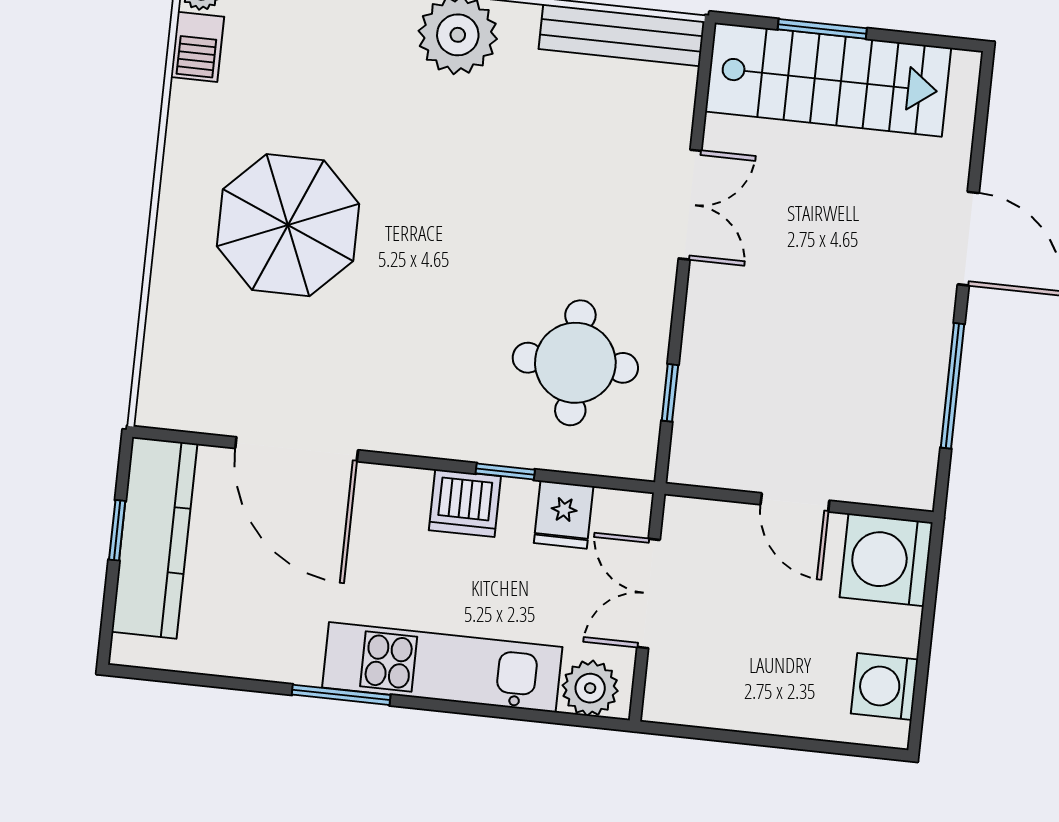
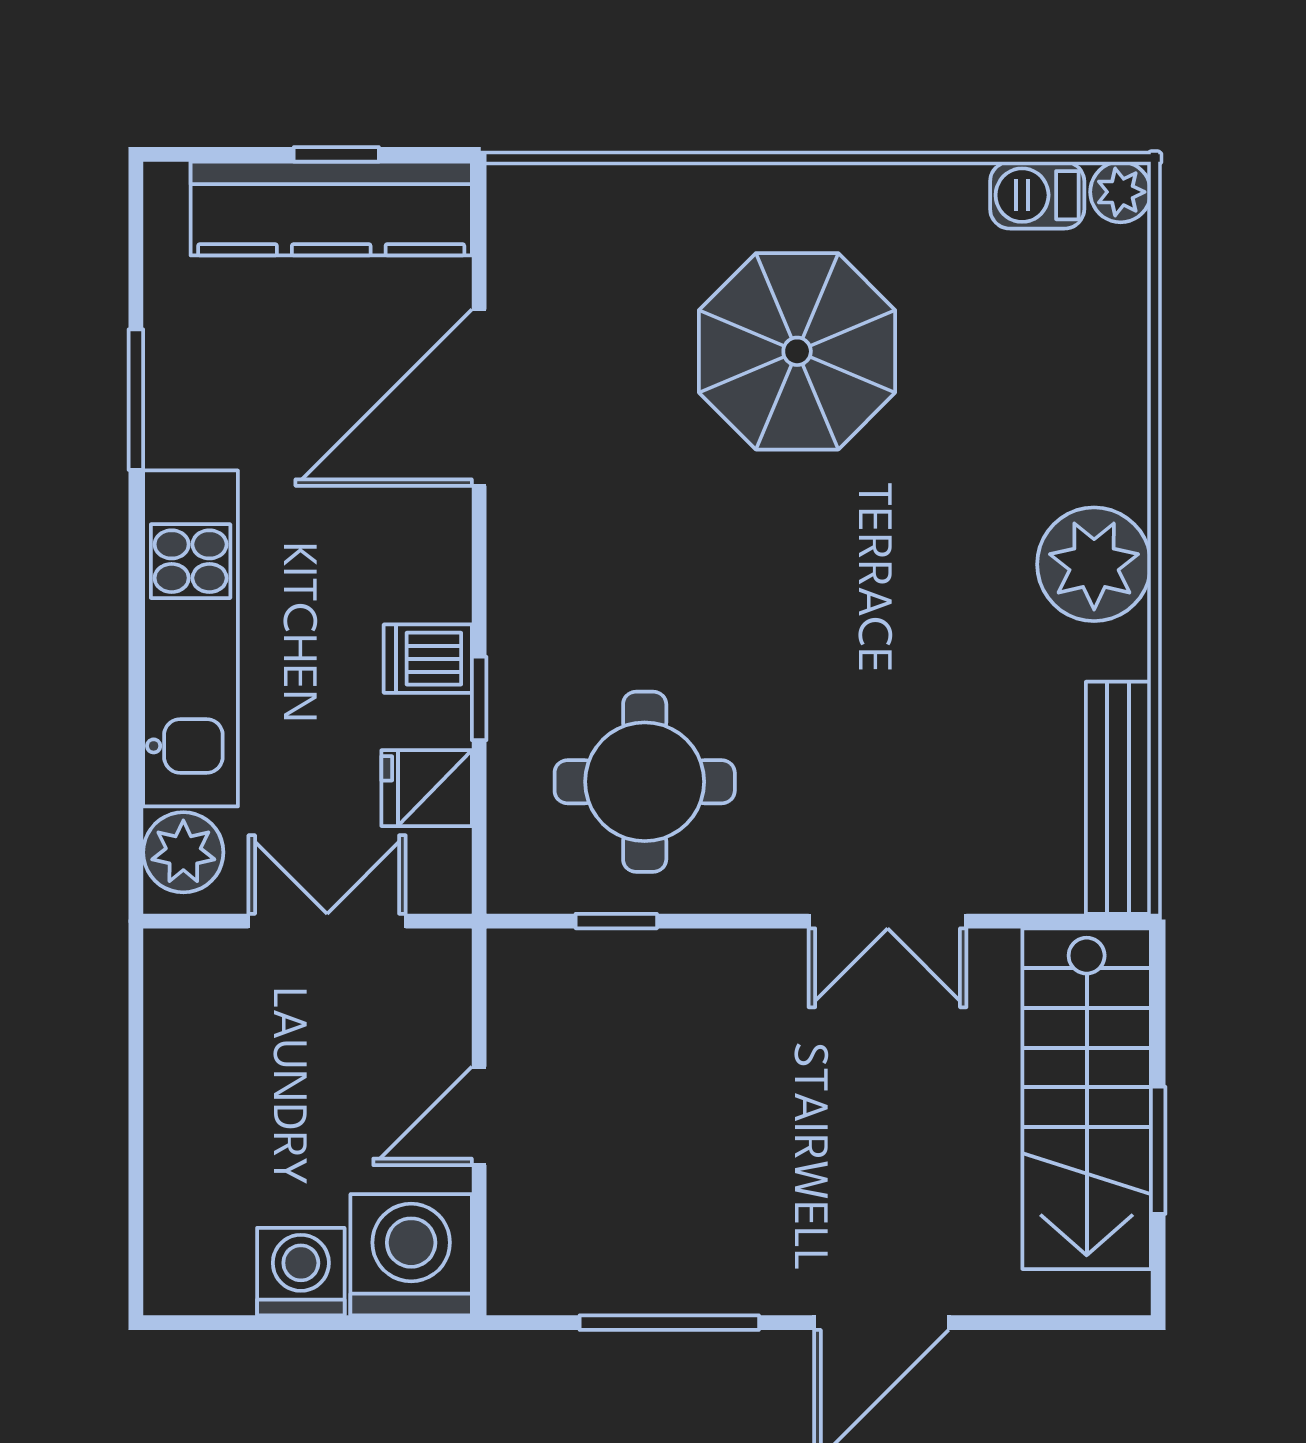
window: (822, 29) -> (1158, 1150), moved
dishwasher: (465, 503) -> (428, 659), width x0.73
washing machine: (885, 687) -> (301, 1272), moved
window: (341, 695) -> (136, 400), moved

